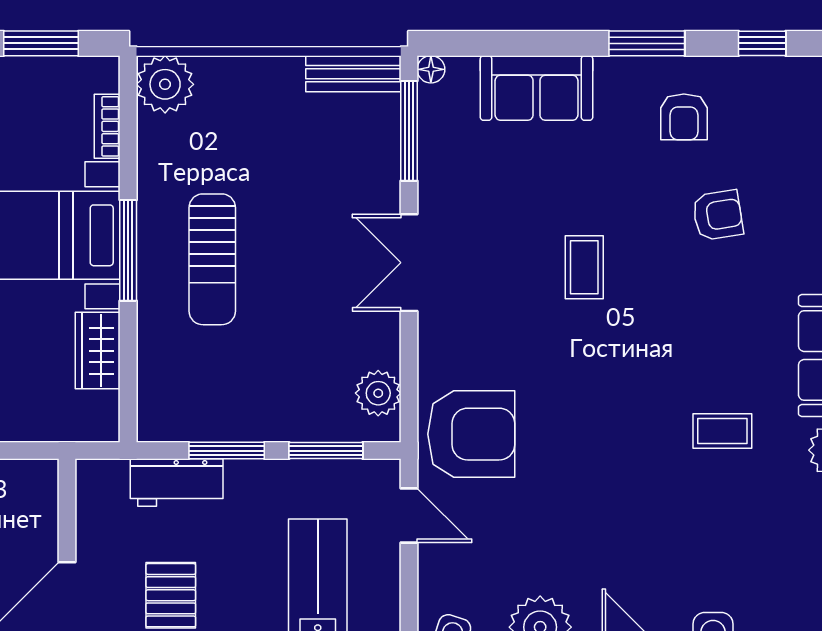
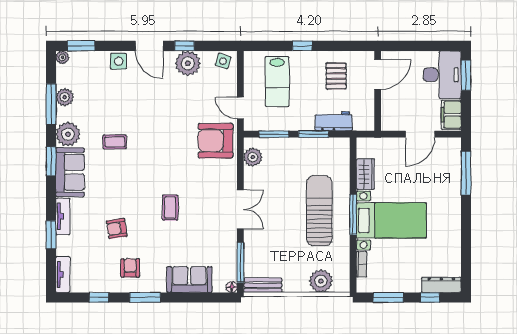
plant: (165, 84) -> (321, 281), moved
sun lounger: (212, 259) -> (319, 211), width x1.36, depth x1.34

